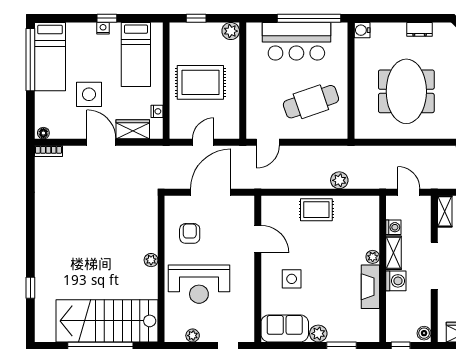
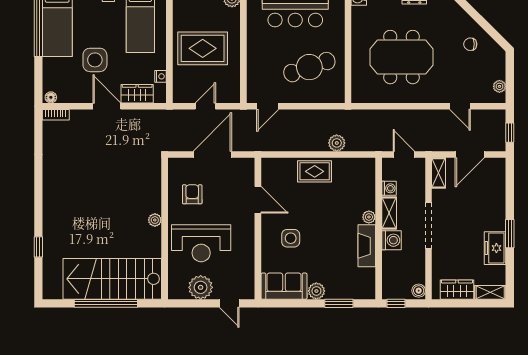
meeting table: (406, 91) -> (401, 57), turned 90
plant: (193, 336) -> (201, 287), width x1.88, depth x1.88

